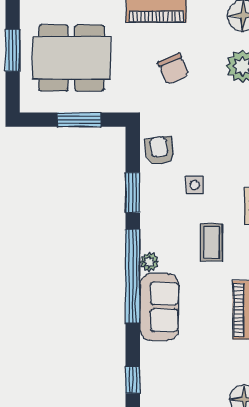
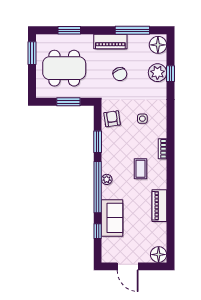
window: (13, 50) -> (32, 53), moved
side table: (195, 185) -> (142, 119), moved
sofa: (159, 307) -> (112, 218), moved
window: (133, 380) -> (98, 231), moved

